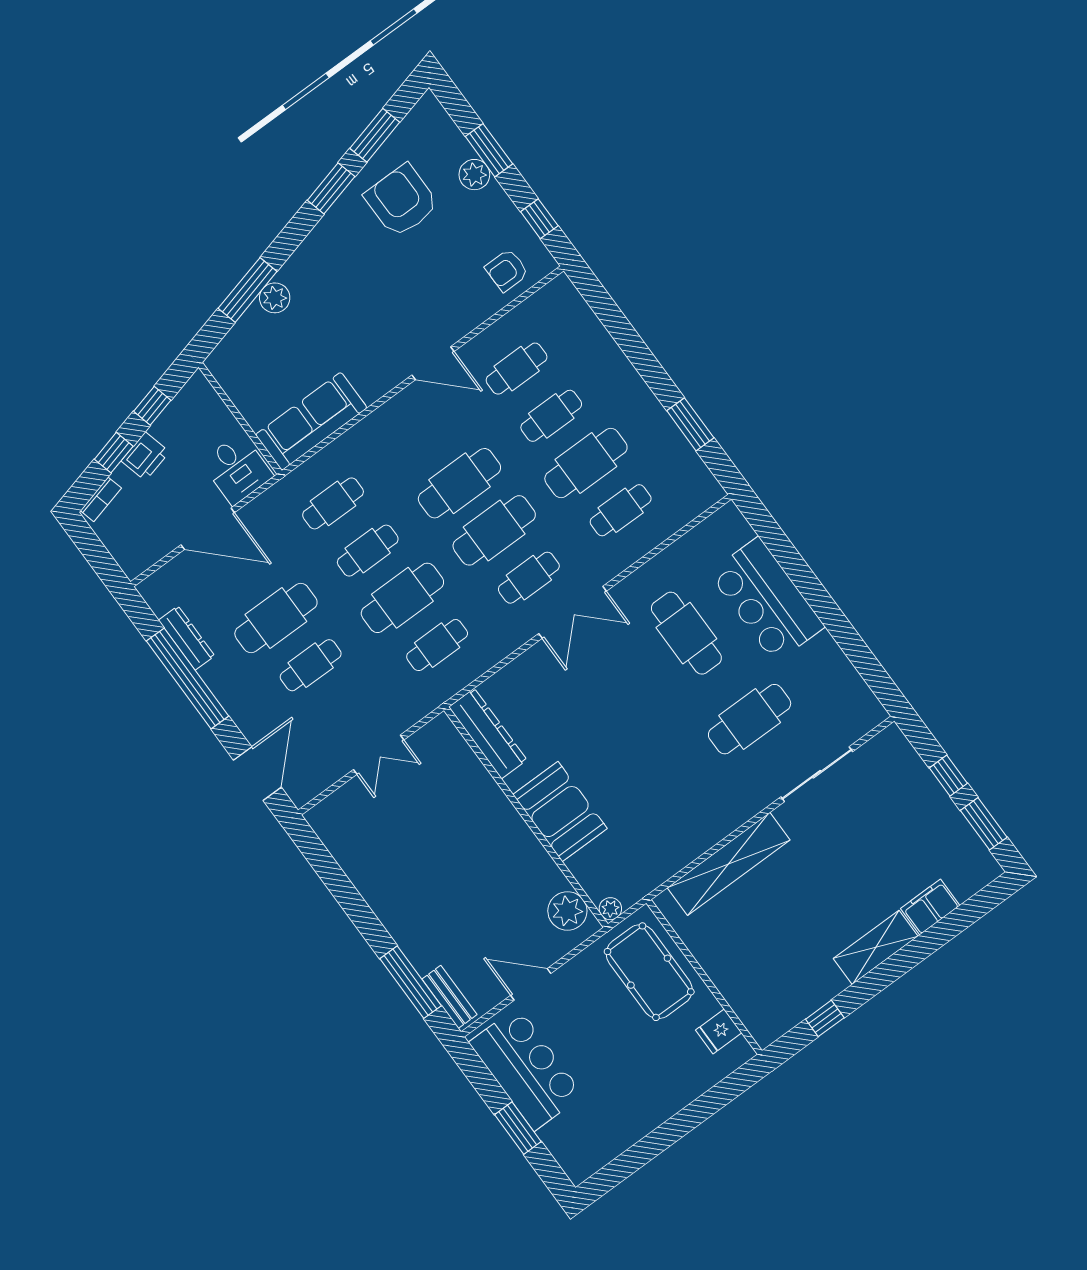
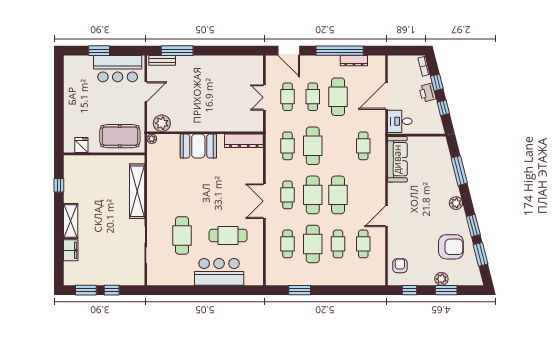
plant: (275, 298) -> (456, 203), moved
cafe table: (368, 551) -> (288, 97), moved

